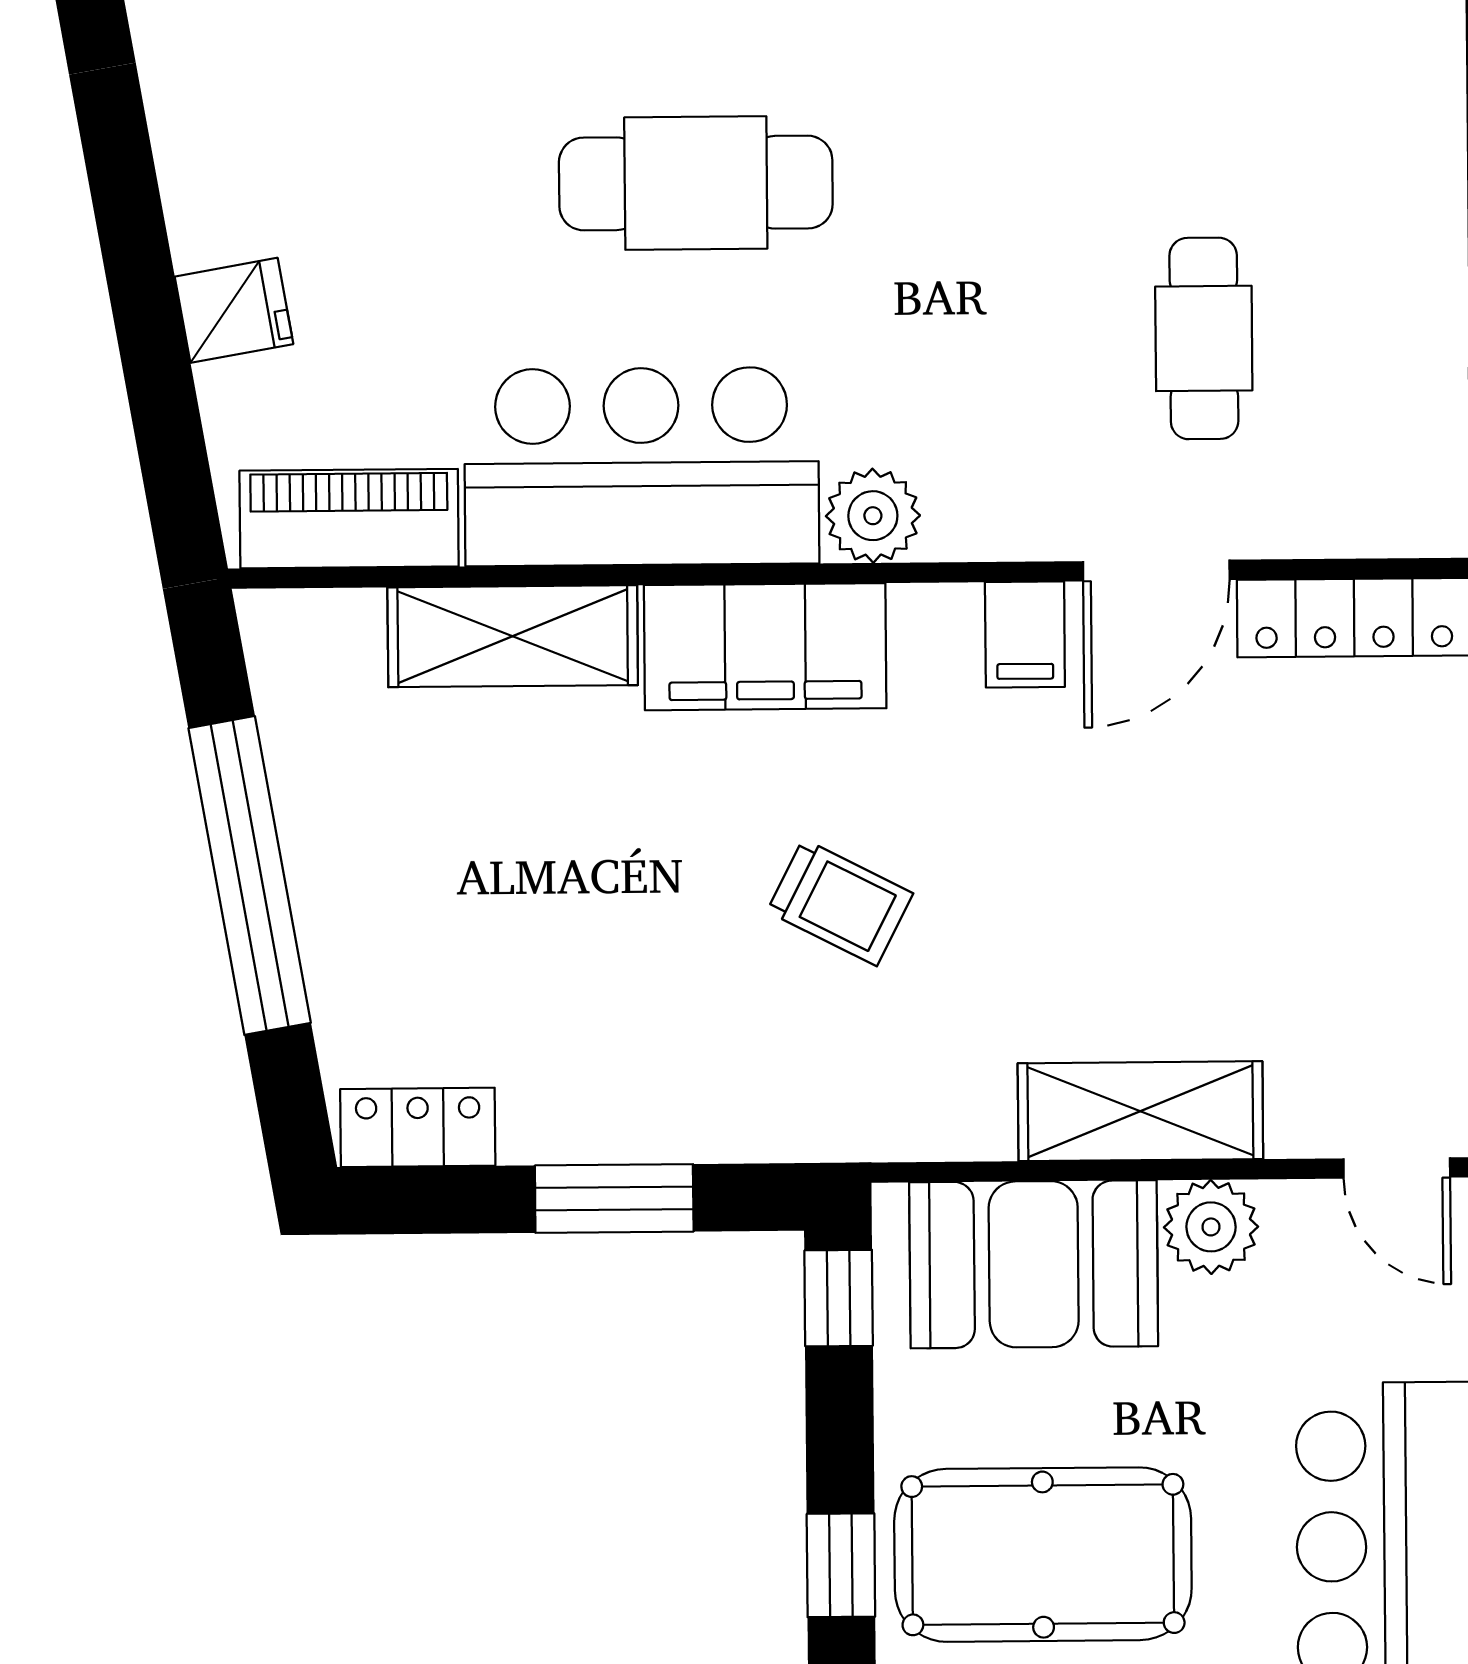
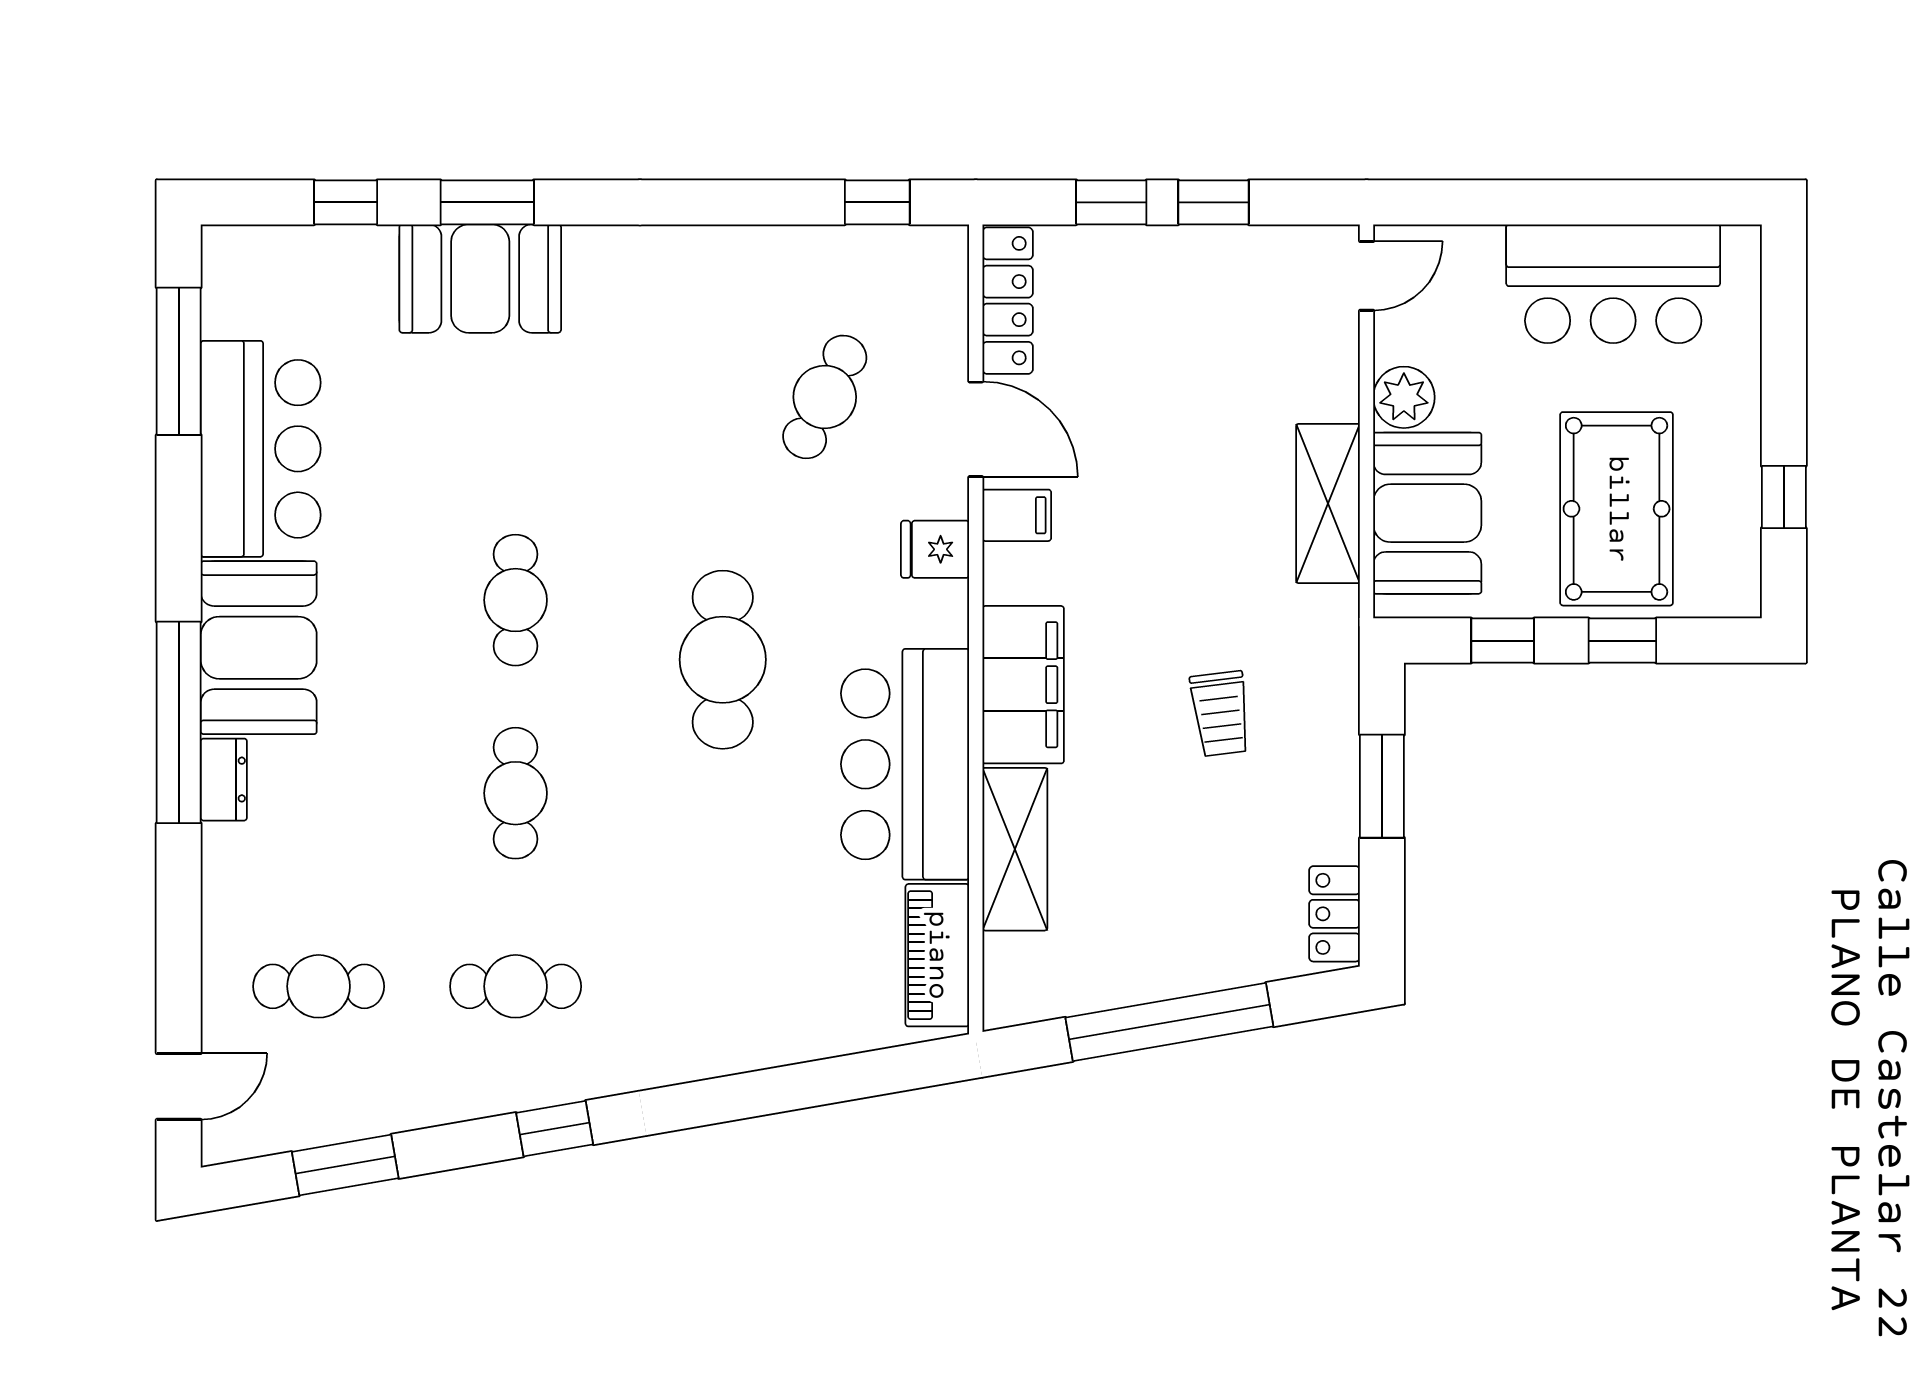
cafe table: (696, 183) -> (723, 660), moved
fridge: (234, 310) -> (935, 549), moved, turned -80
cafe table: (1204, 338) -> (825, 397), turned -64
plant: (873, 516) -> (938, 614), removed
trolley: (840, 902) -> (1220, 714), moved, turned 146
shelving: (1140, 1111) -> (1328, 503), moved
window: (839, 1298) -> (1503, 641), moved

